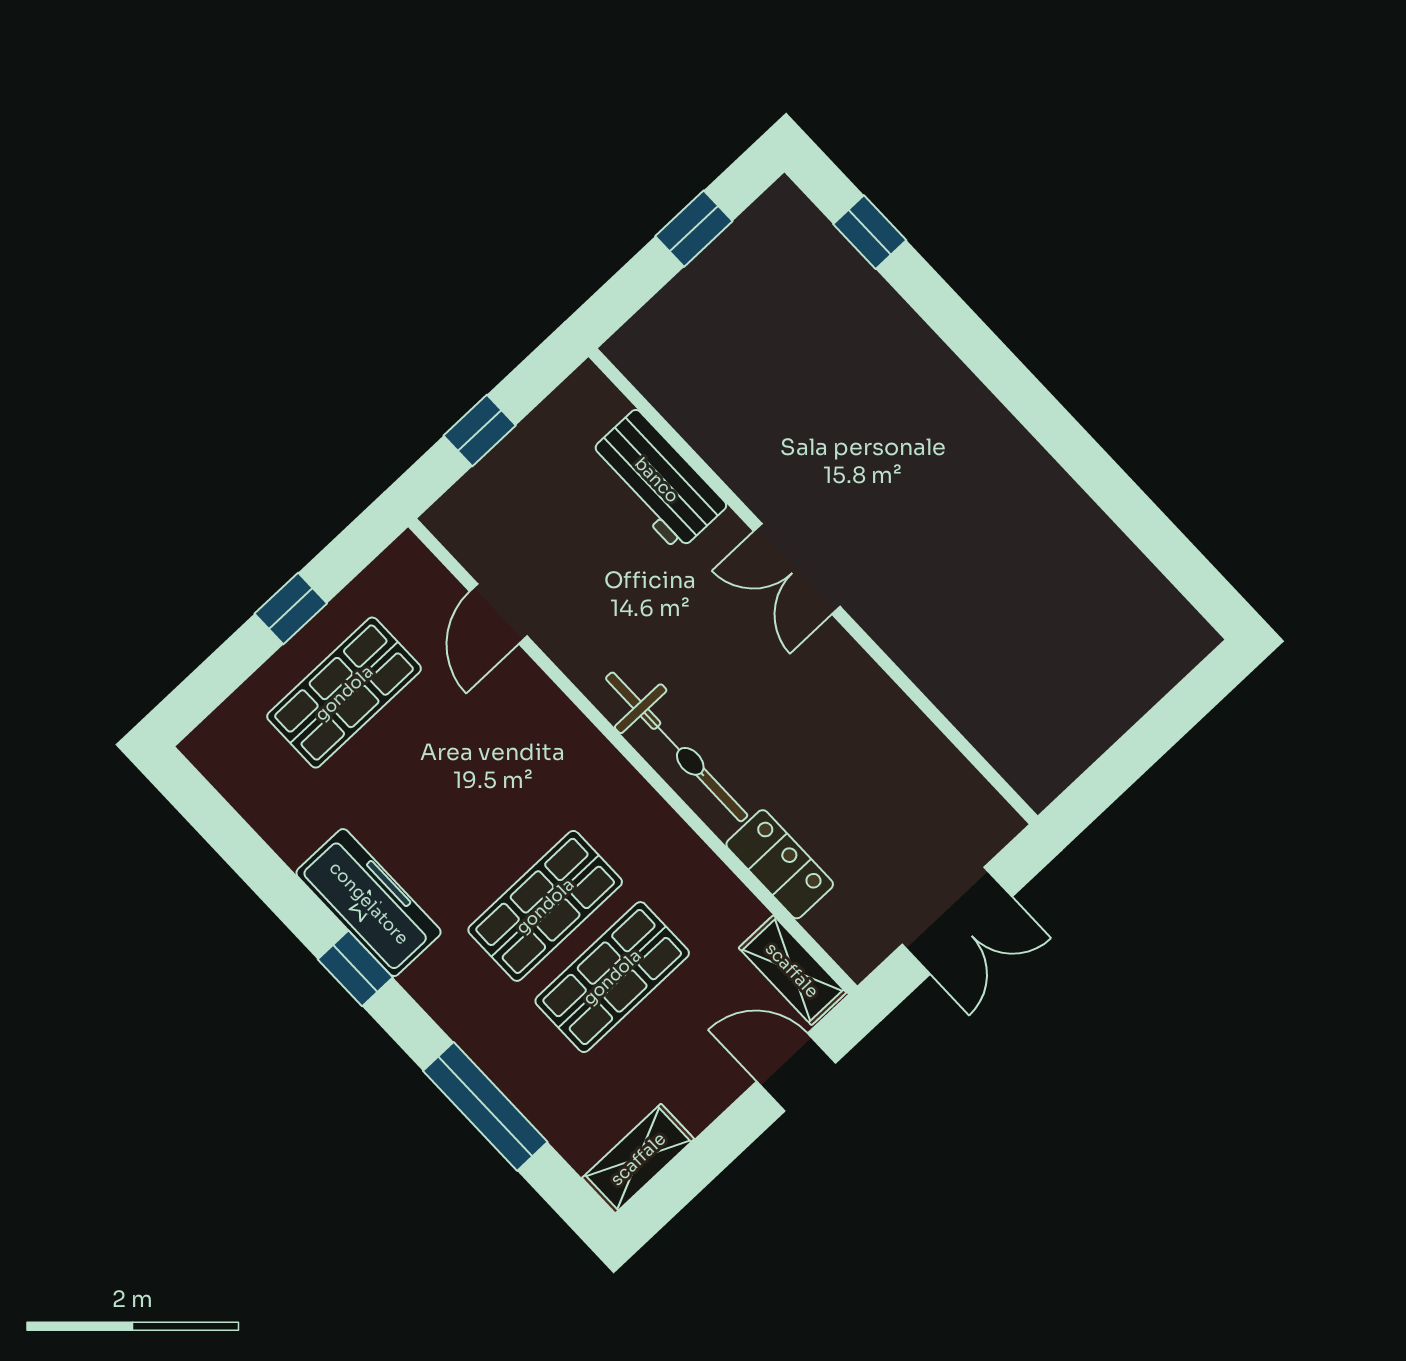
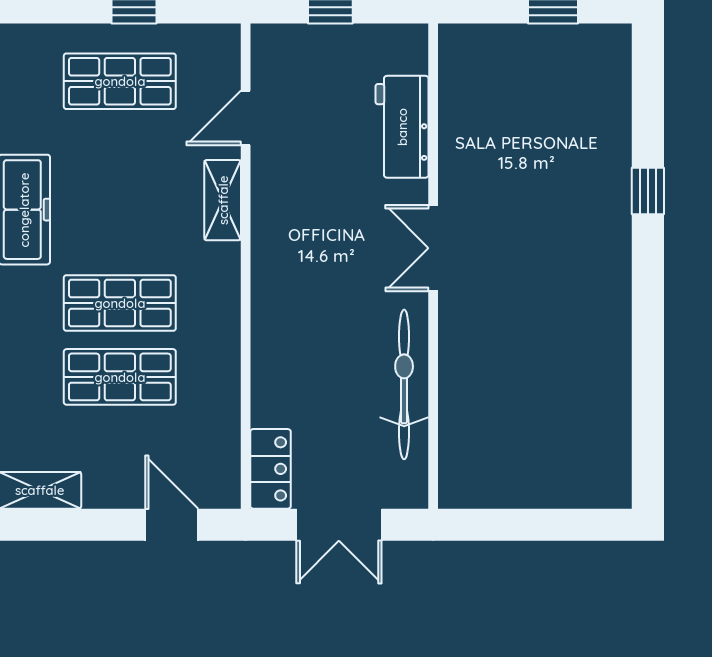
window: (870, 232) -> (648, 191), moved
bicycle: (677, 747) -> (404, 384), moved, turned 180
locker: (780, 864) -> (270, 469), moved
shelving: (792, 970) -> (223, 200), moved

